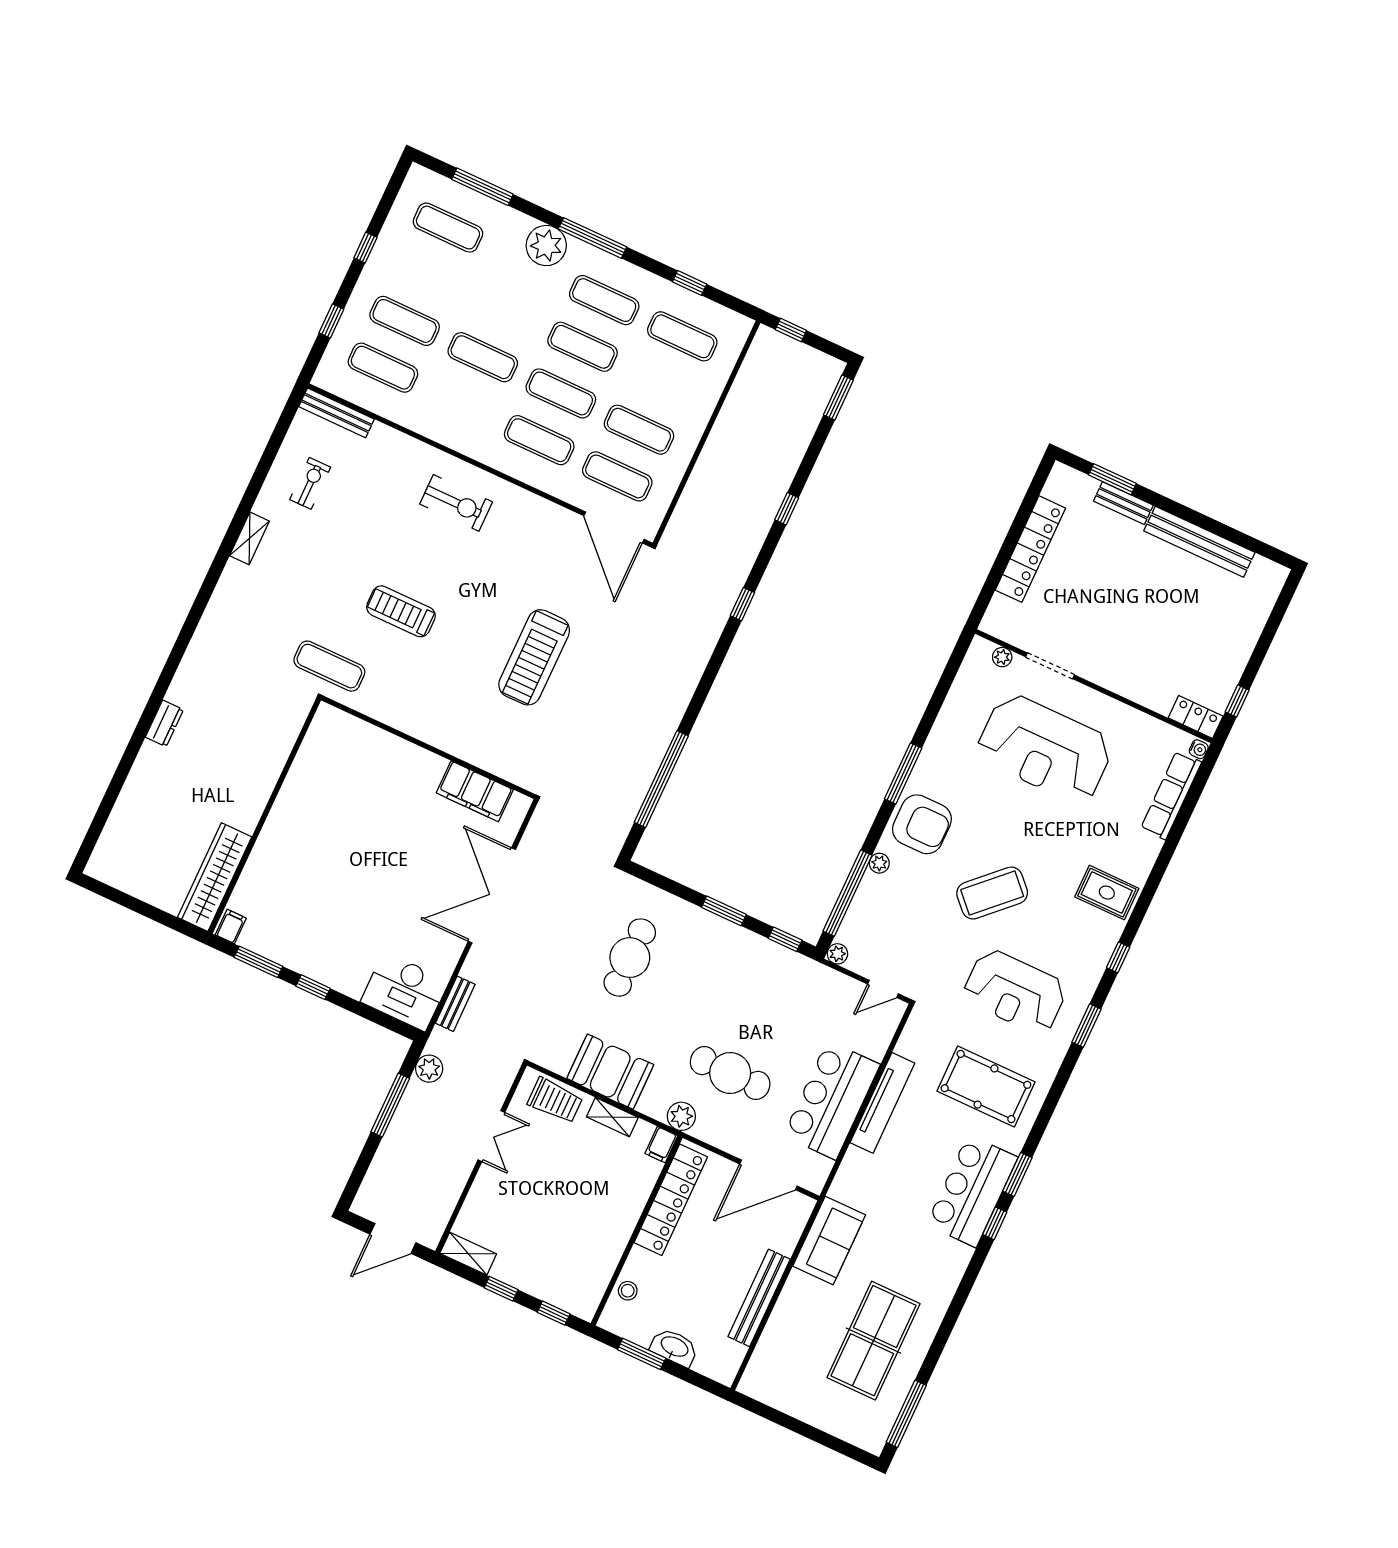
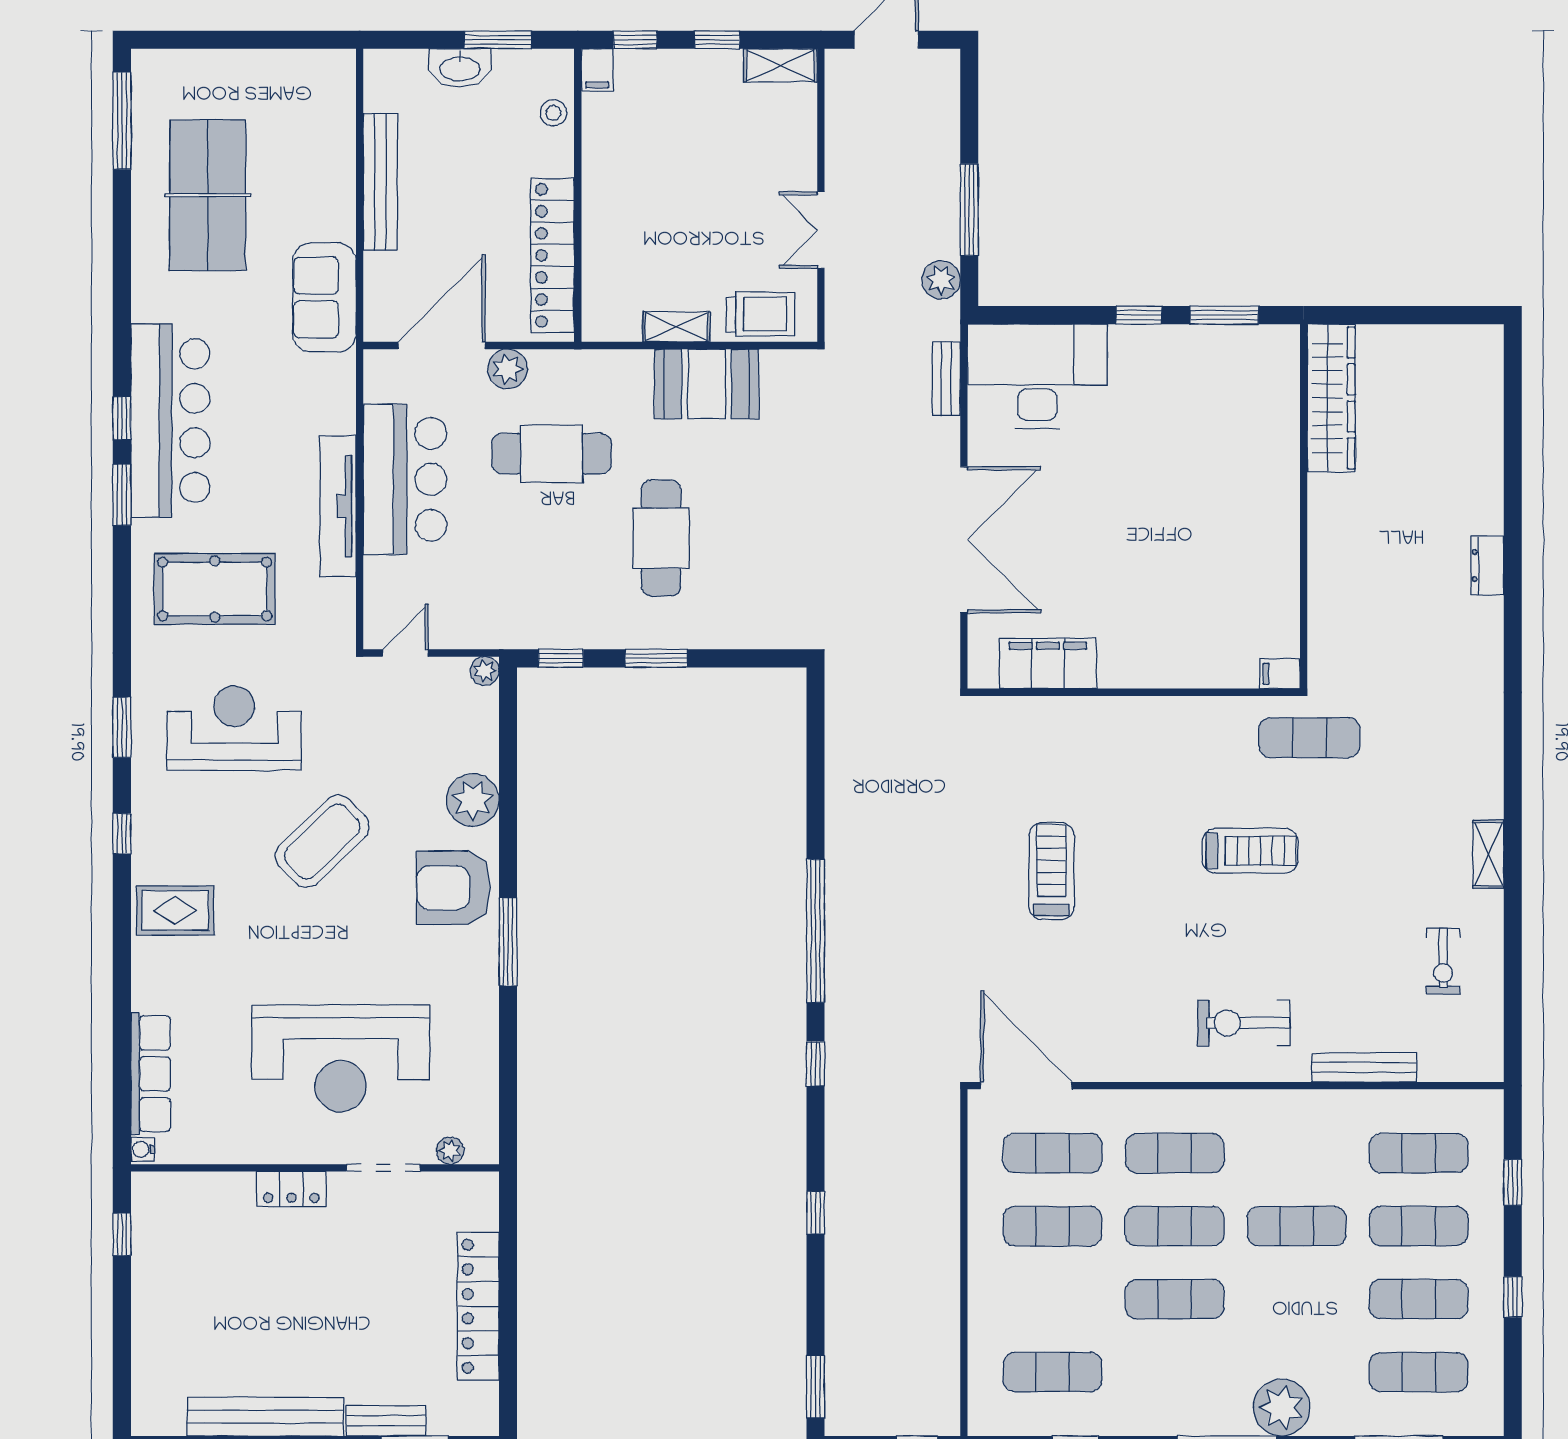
exercise mat: (604, 300) -> (1419, 1299), moved
bench: (336, 413) -> (1364, 1067), moved
treadmill: (534, 657) -> (1052, 871), width x0.73, depth x0.73
locker: (1196, 717) -> (291, 1189), moved
reception desk: (1045, 749) -> (341, 1058), turned 180
window: (661, 779) -> (816, 931), moved
plant: (879, 863) -> (473, 800), width x1.87, depth x1.87
window: (848, 893) -> (508, 755), removed
filing cabinet: (231, 927) -> (1280, 674), moved, turned 90
cafe table: (630, 958) -> (661, 538), moved
desk: (405, 991) -> (1037, 376), width x1.36, depth x1.30
trolley: (555, 1100) -> (760, 314), turned 180
plant: (681, 1116) -> (507, 369), moved
filing cabinet: (661, 1145) -> (597, 70), moved, turned 180
bar counter: (972, 1191) -> (170, 421), width x1.36

